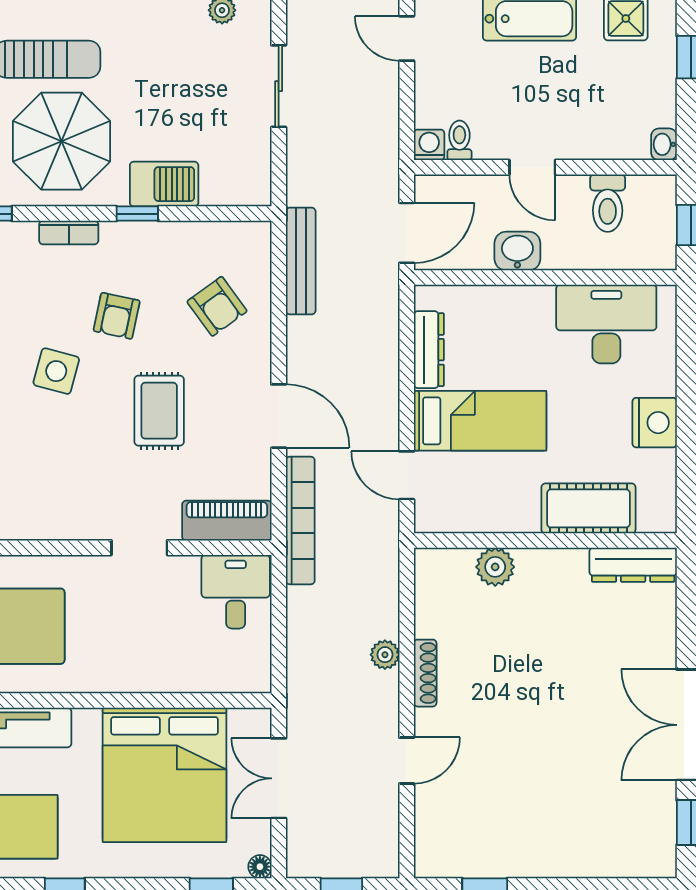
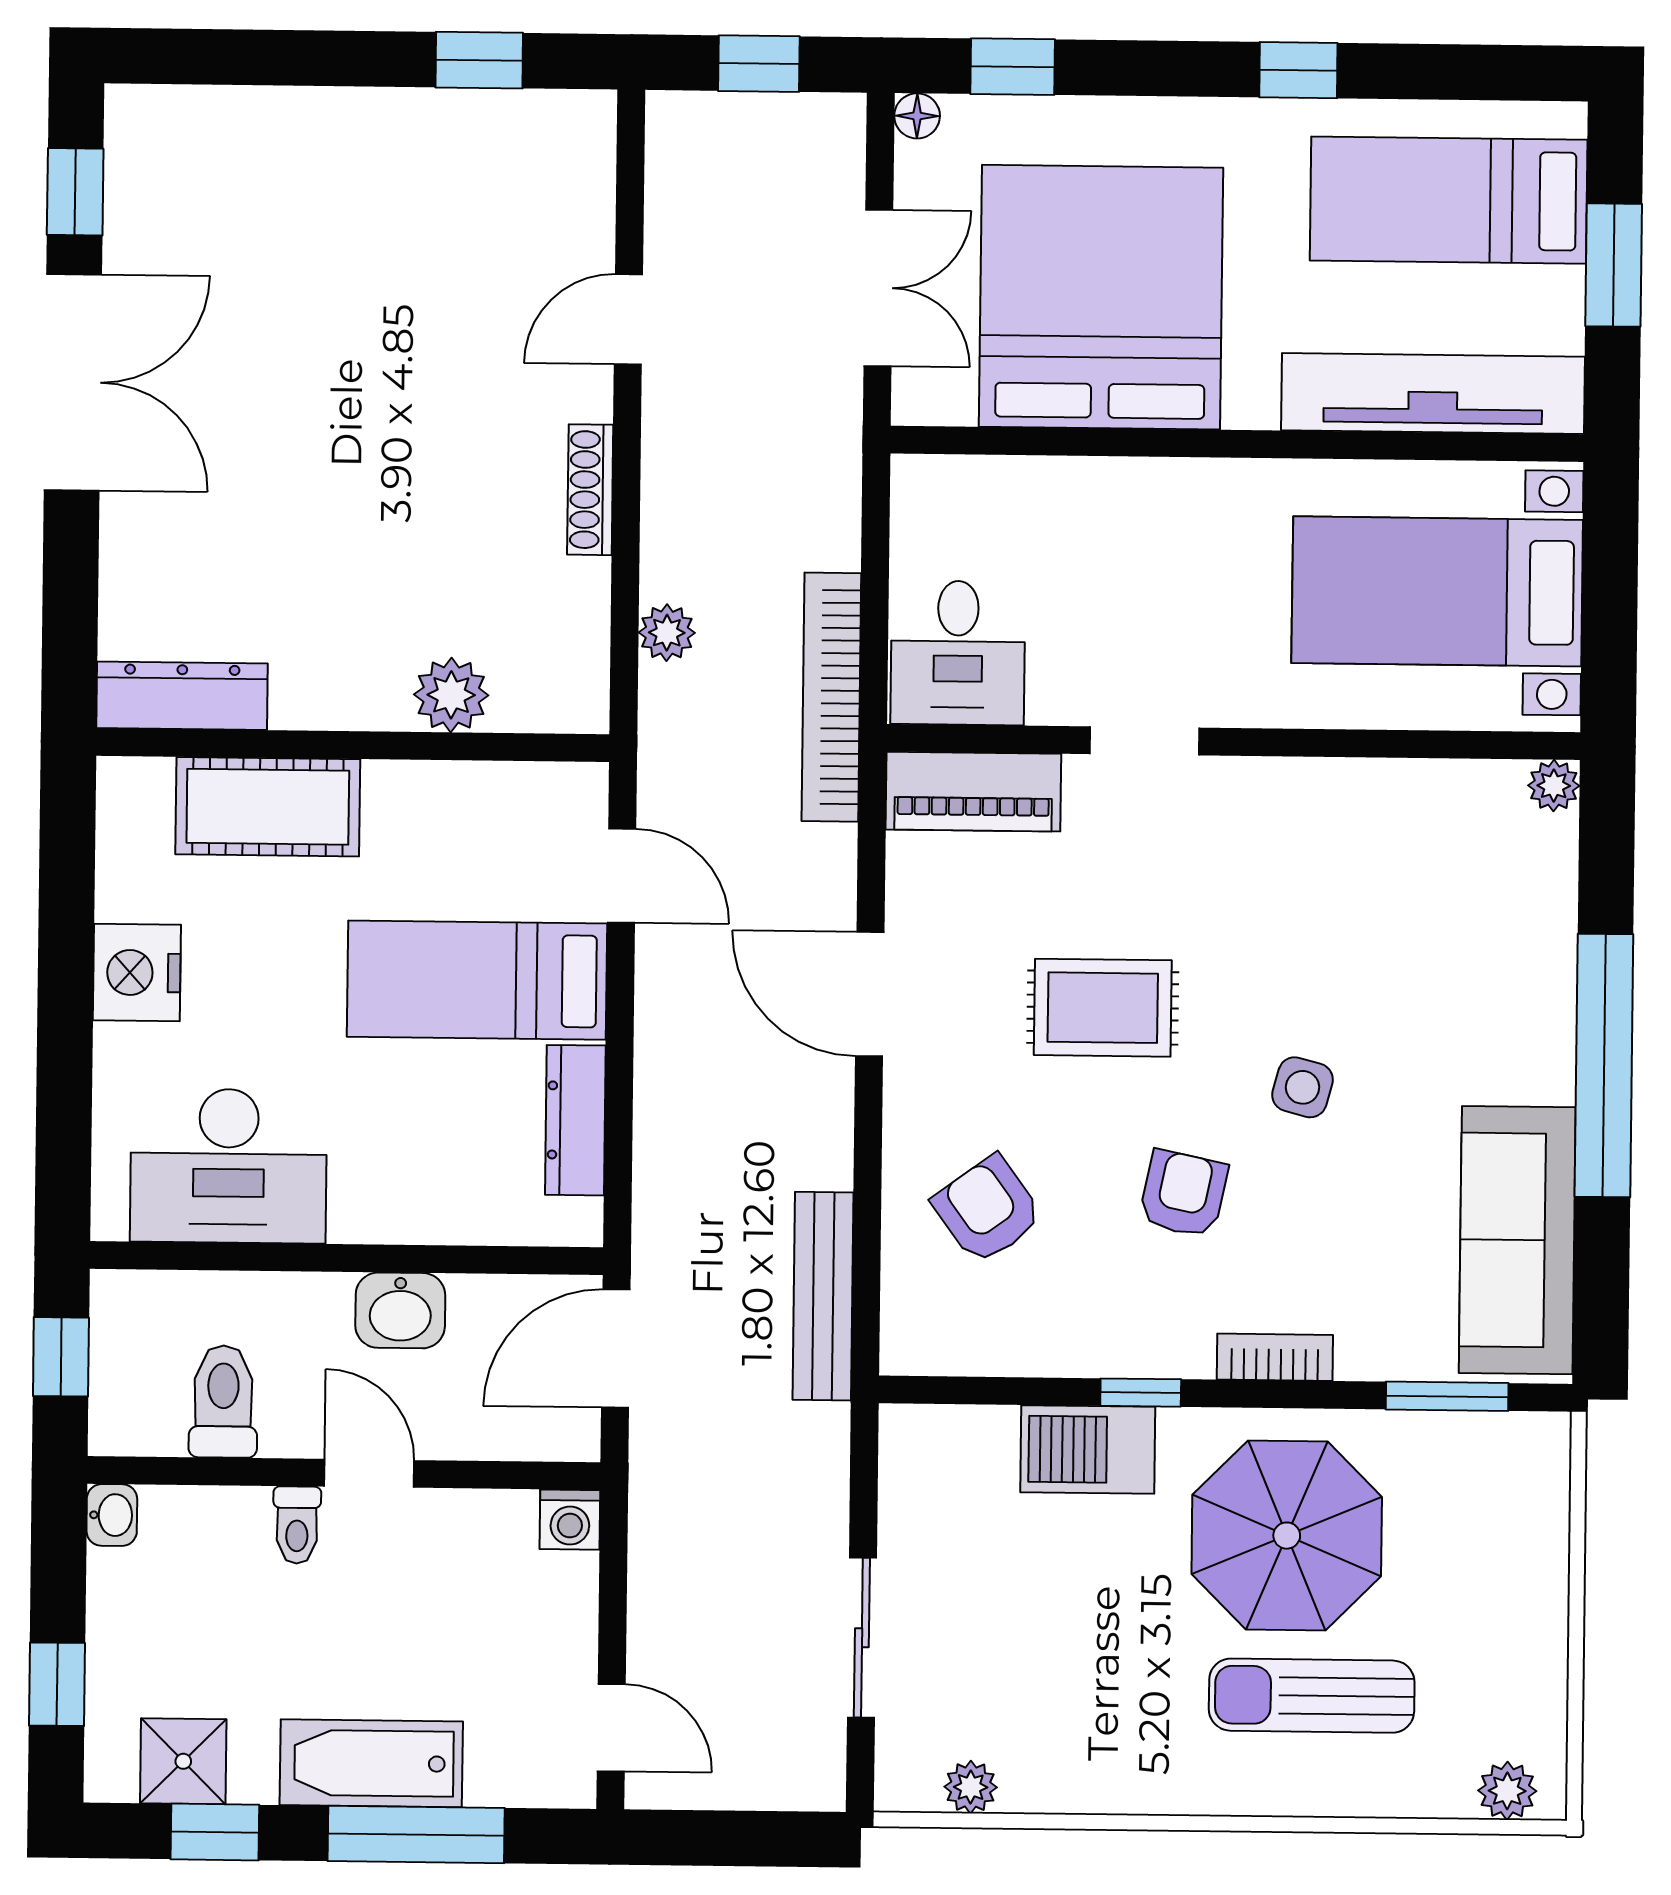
toilet: (459, 140) -> (297, 1525), moved
side table: (56, 371) -> (1303, 1087), width x0.73, depth x0.73
rug: (159, 411) -> (1103, 1008), turned 90
bookcase: (300, 520) -> (831, 697), moved
plant: (385, 655) -> (667, 633), moved

